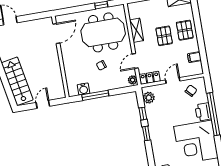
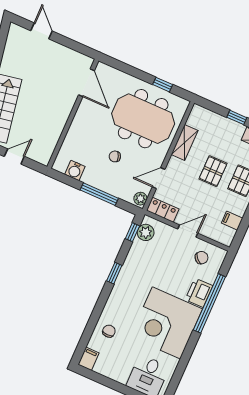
door: (56, 34) -> (86, 83), hinge flipped
window: (95, 95) -> (99, 194), moved
window: (143, 114) -> (132, 232), moved

